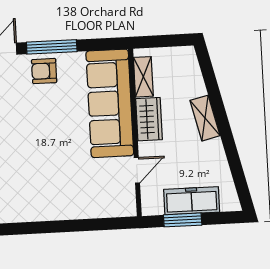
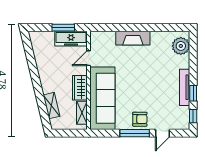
shelving: (205, 118) -> (51, 106), moved
freezer: (192, 201) -> (71, 39), moved
fireplace: (63, 208) -> (133, 38), added

